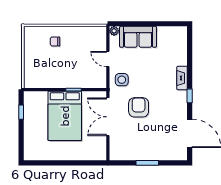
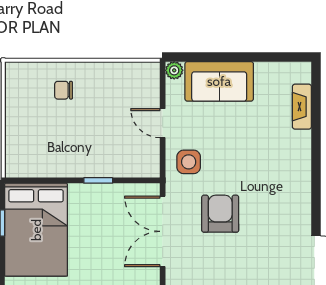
fireplace: (182, 78) -> (302, 107), moved
window: (190, 96) -> (316, 192), removed
bed: (65, 116) -> (36, 230), moved

